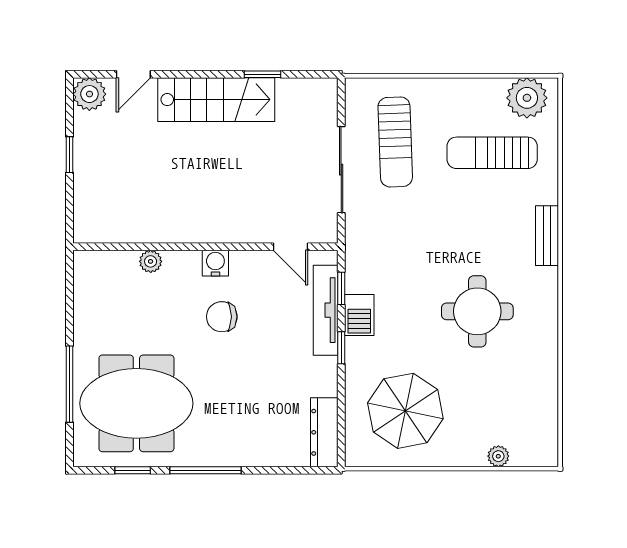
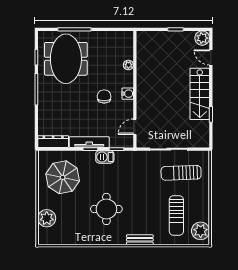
sun lounger: (492, 153) -> (176, 216), turned 180
tv unit: (326, 310) -> (89, 142), moved
plant: (498, 456) -> (47, 218), width x1.88, depth x1.88

